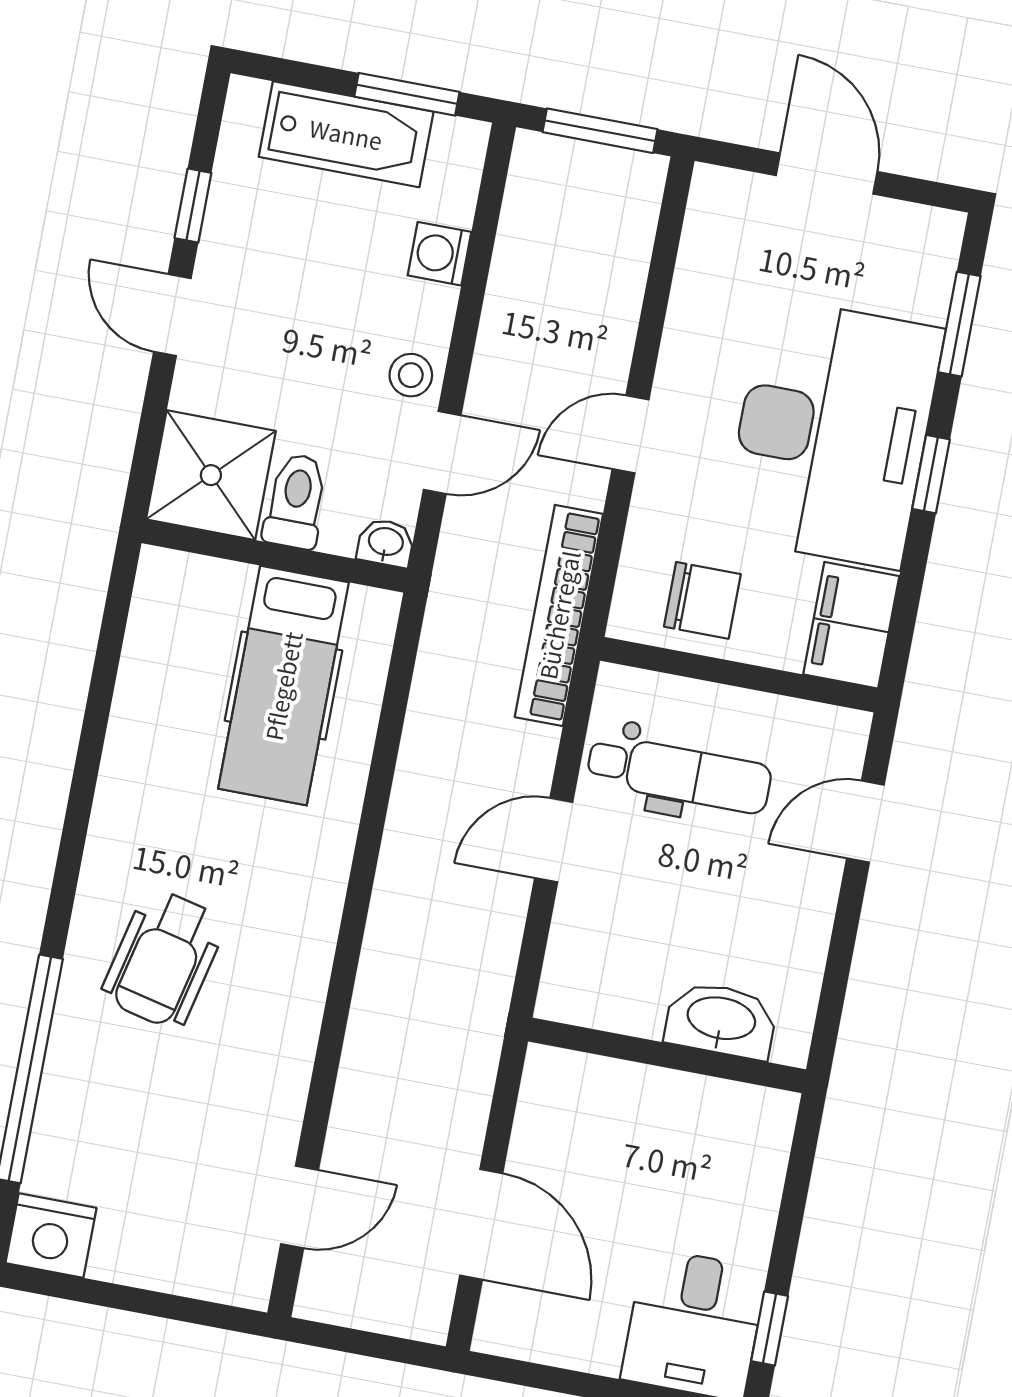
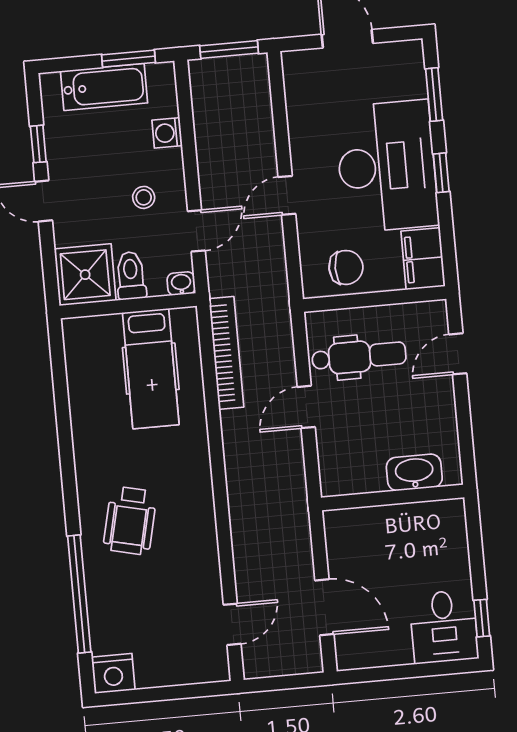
stool: (411, 375) -> (144, 197), moved
bookcase: (559, 615) -> (226, 353), moved, turned 180

